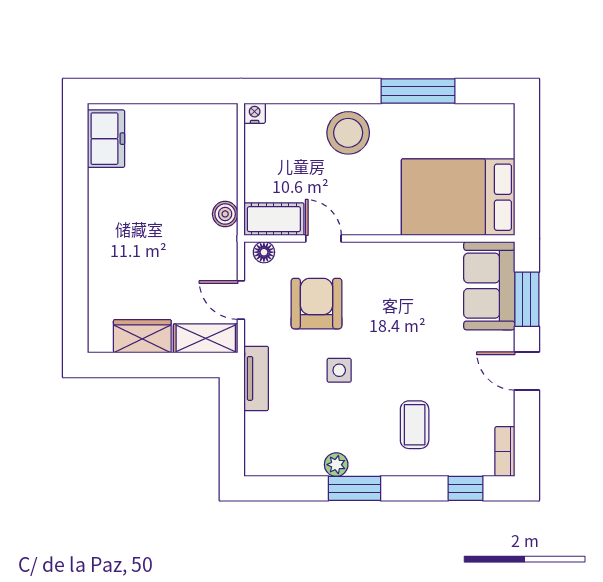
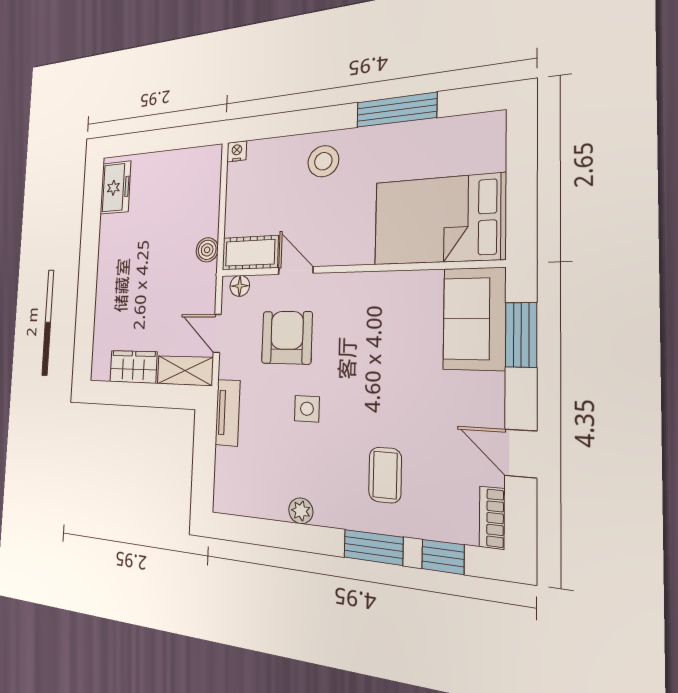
stool: (348, 133) -> (323, 161), width x0.73, depth x0.73
door: (527, 371) -> (521, 453), moved
window: (355, 488) -> (373, 547), moved

